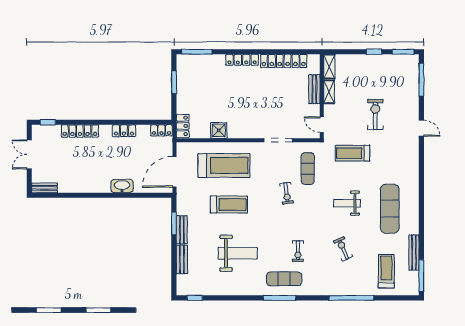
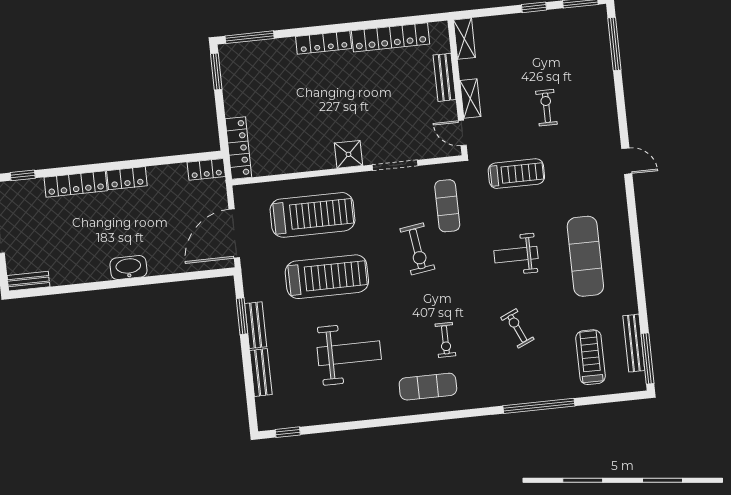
window: (174, 82) -> (216, 71), moved
shelving: (329, 92) -> (470, 99), moved
exercise bike: (375, 114) -> (546, 108), width x0.73, depth x0.72
locker: (183, 126) -> (238, 148), width x1.53
door: (421, 128) -> (627, 161), moved
shower: (219, 130) -> (348, 154), moved
locker: (124, 131) -> (127, 178), moved
treadmill: (353, 153) -> (516, 174), turned 180
washbasin: (122, 186) -> (128, 268), moved
exercise bike: (287, 193) -> (417, 249), width x1.38, depth x1.39
treadmill: (229, 205) -> (327, 277), width x1.37, depth x1.38
bench: (414, 253) -> (634, 343), moved
window: (280, 298) -> (424, 418), removed

